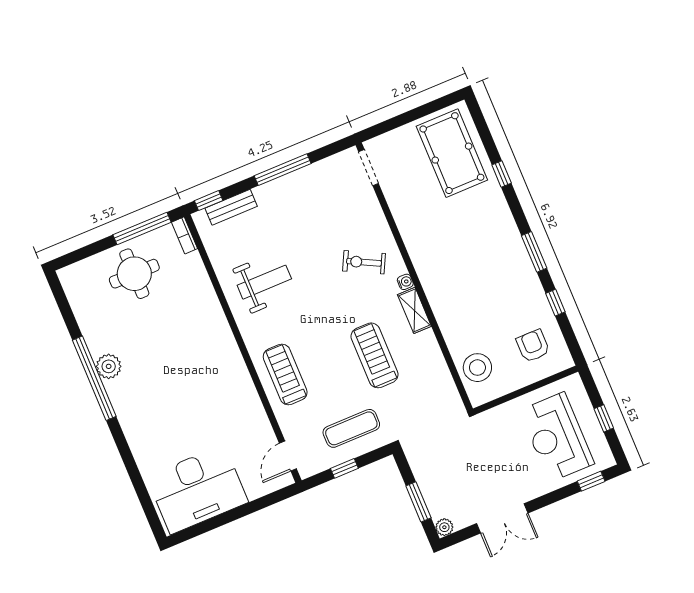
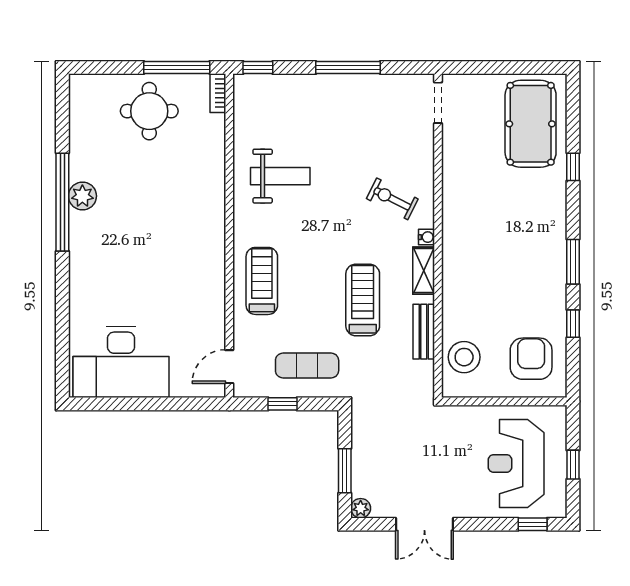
bench: (231, 207) -> (424, 332), moved, turned 90
armchair: (533, 346) -> (531, 359), width x1.38, depth x1.38

